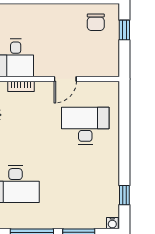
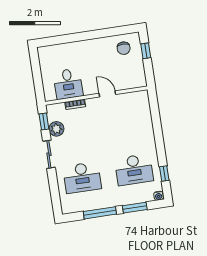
door: (65, 79) -> (107, 94), swing flipped
desk: (85, 126) -> (134, 170), moved, turned 180

